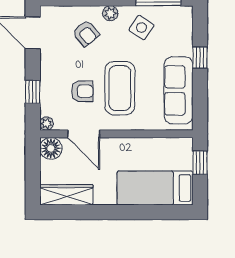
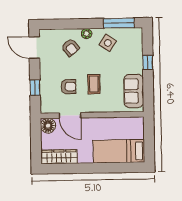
coffee table: (120, 88) -> (94, 84), width x0.54, depth x0.58
sofa: (179, 90) -> (134, 91), width x0.73
plant: (47, 124) -> (45, 109), removed
window: (200, 163) -> (149, 134), removed

